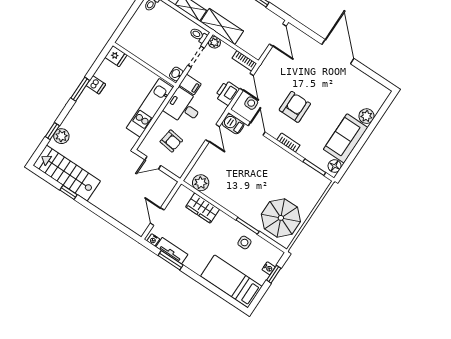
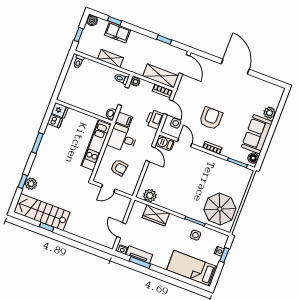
shelving: (222, 26) -> (161, 76), moved
dishwasher: (96, 85) -> (55, 121), moved

